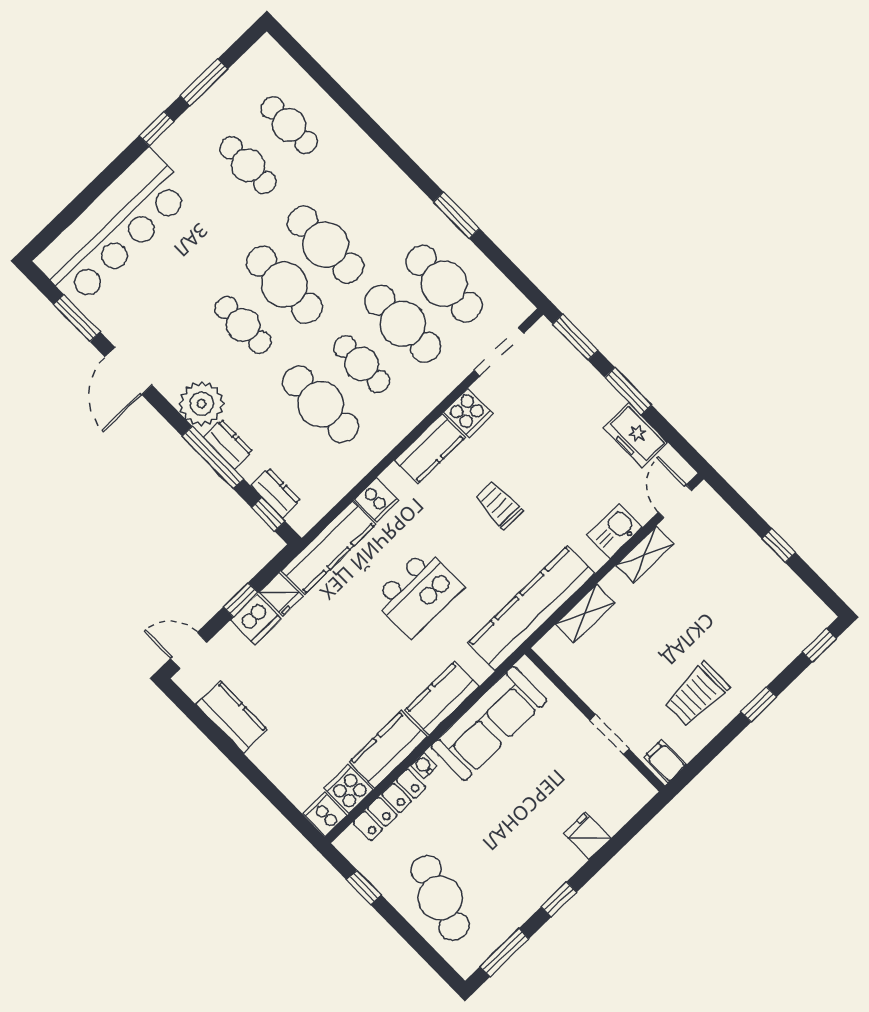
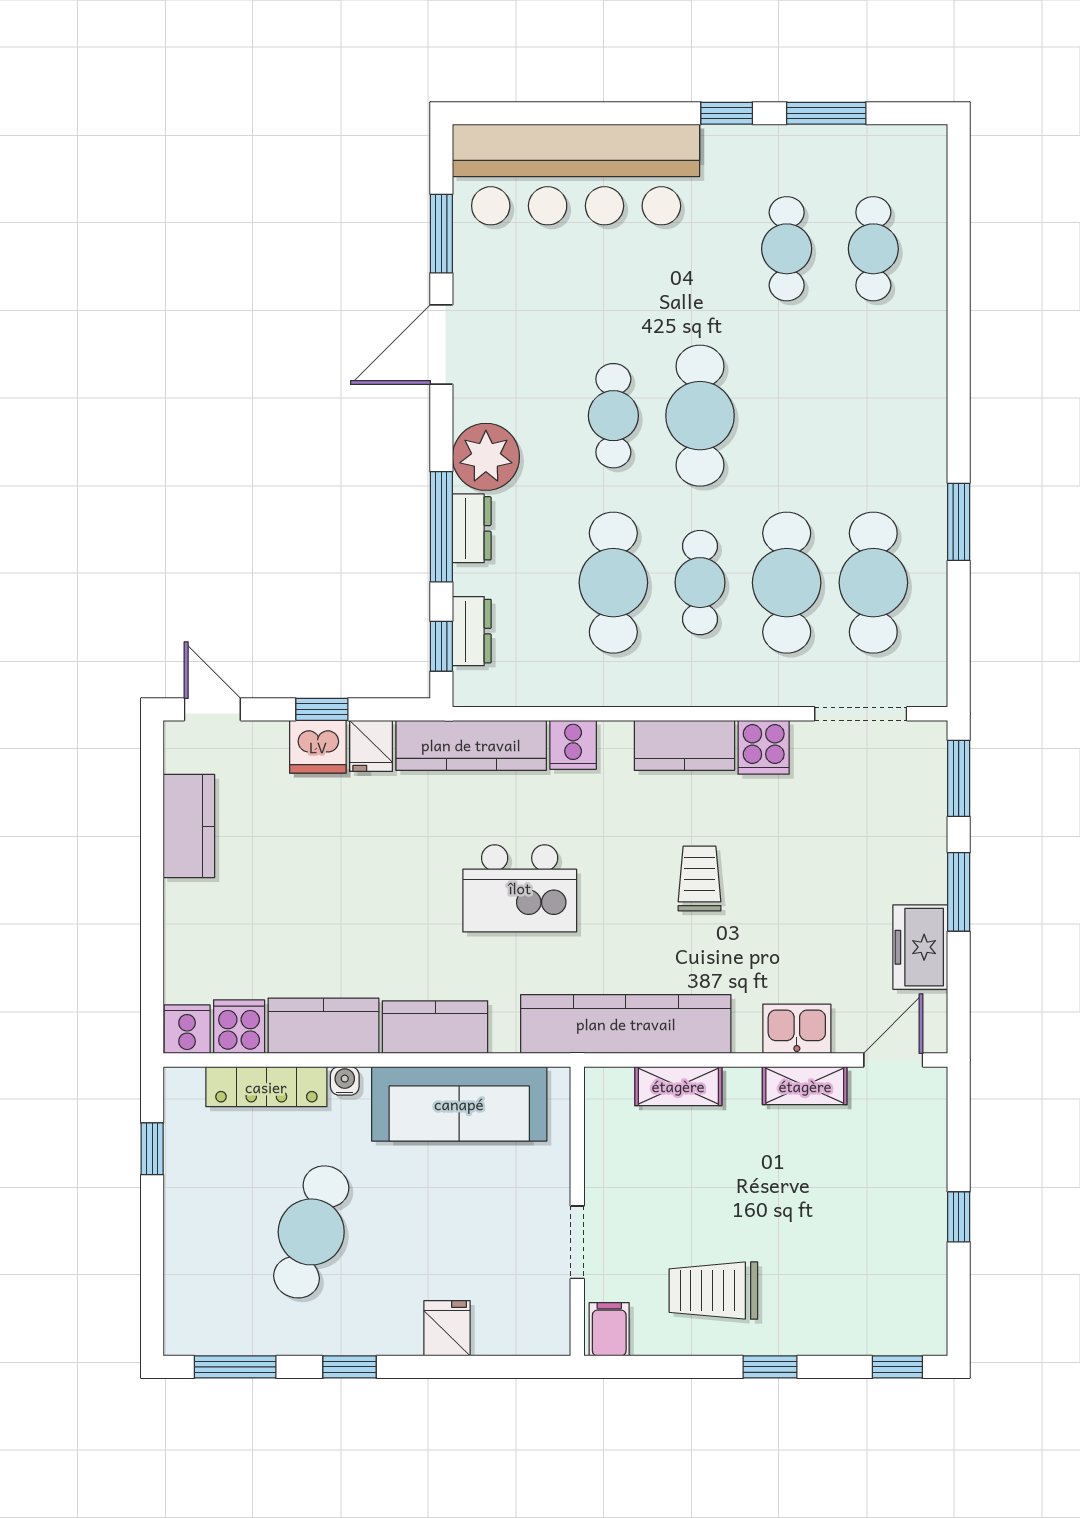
cafe table: (325, 245) -> (787, 416), removed
cafe table: (440, 898) -> (311, 1232), moved

